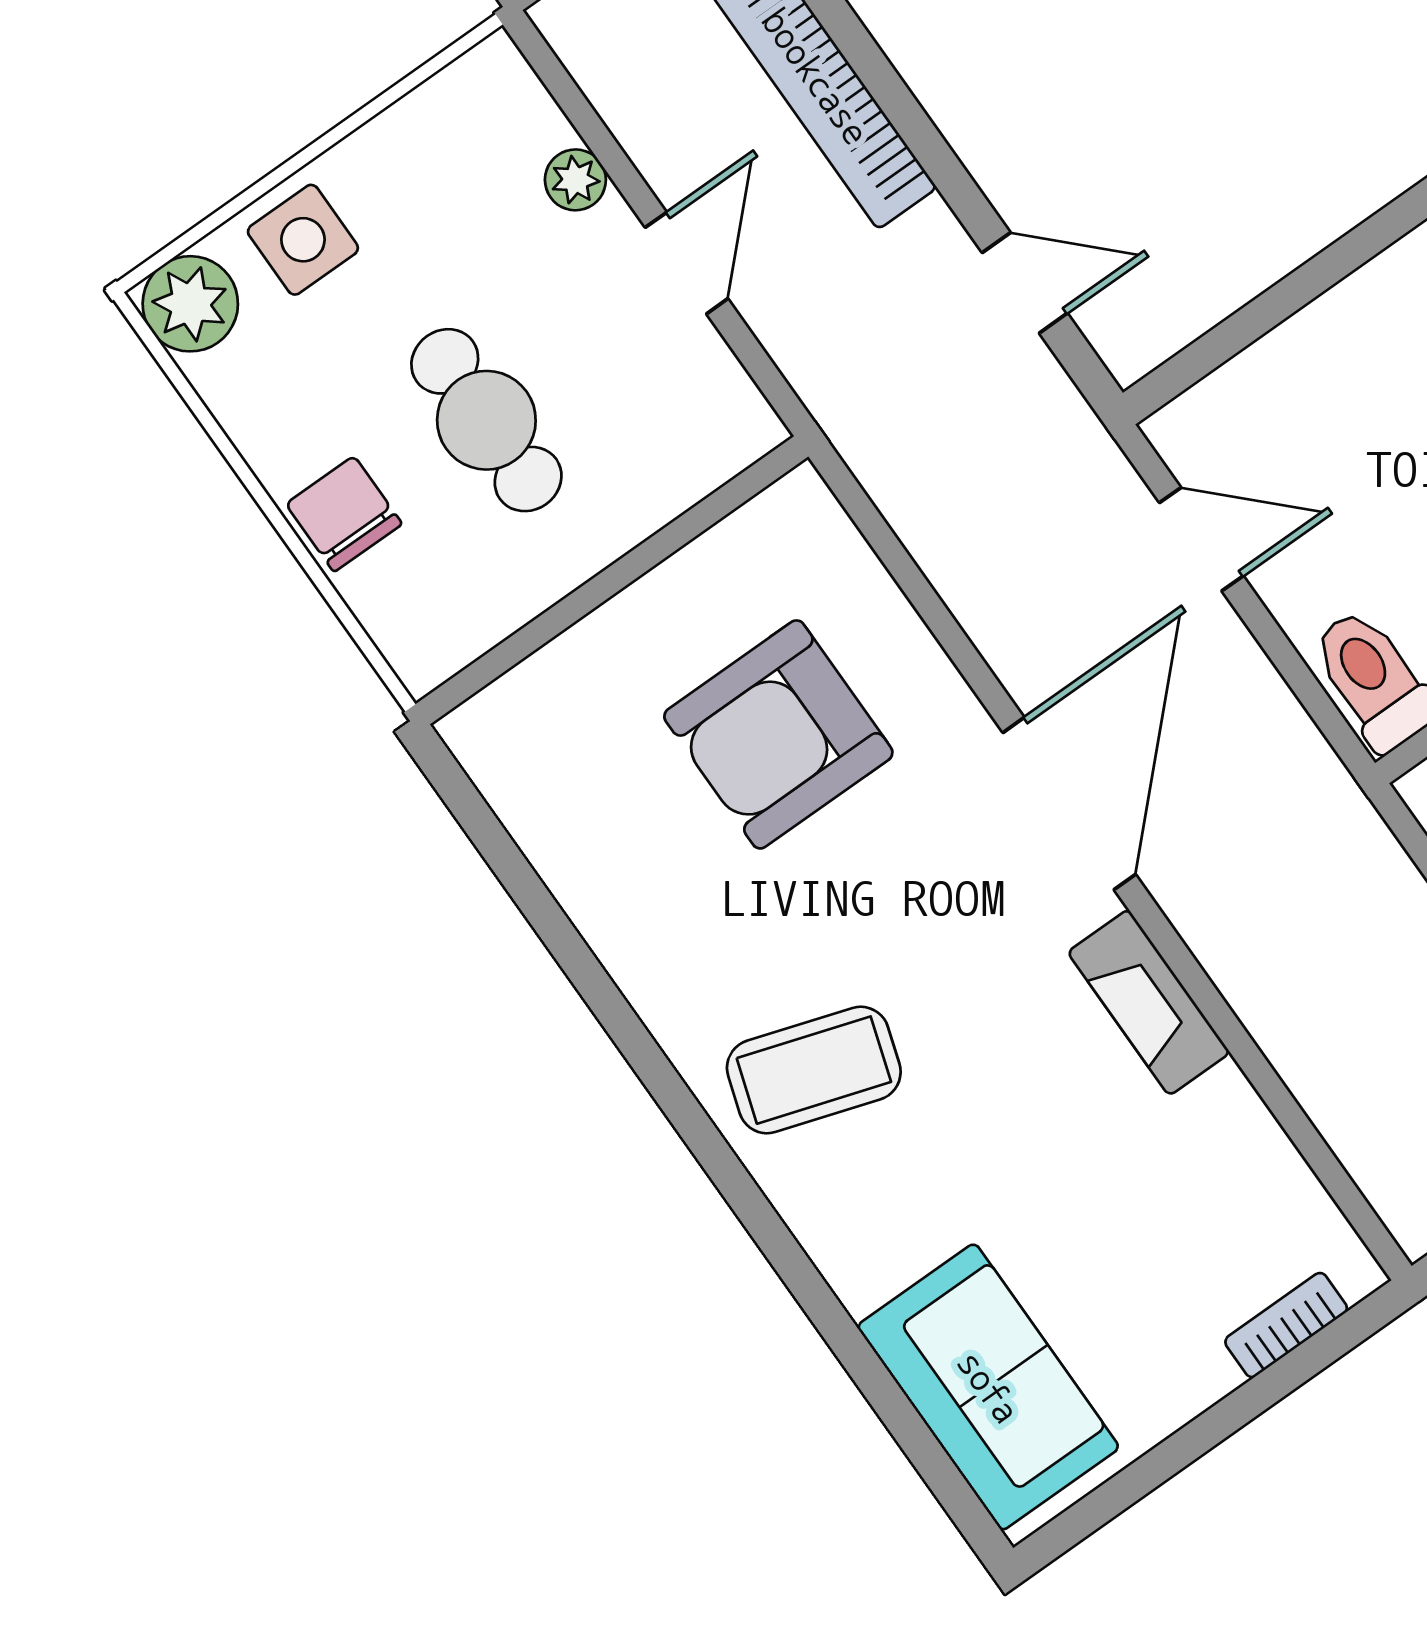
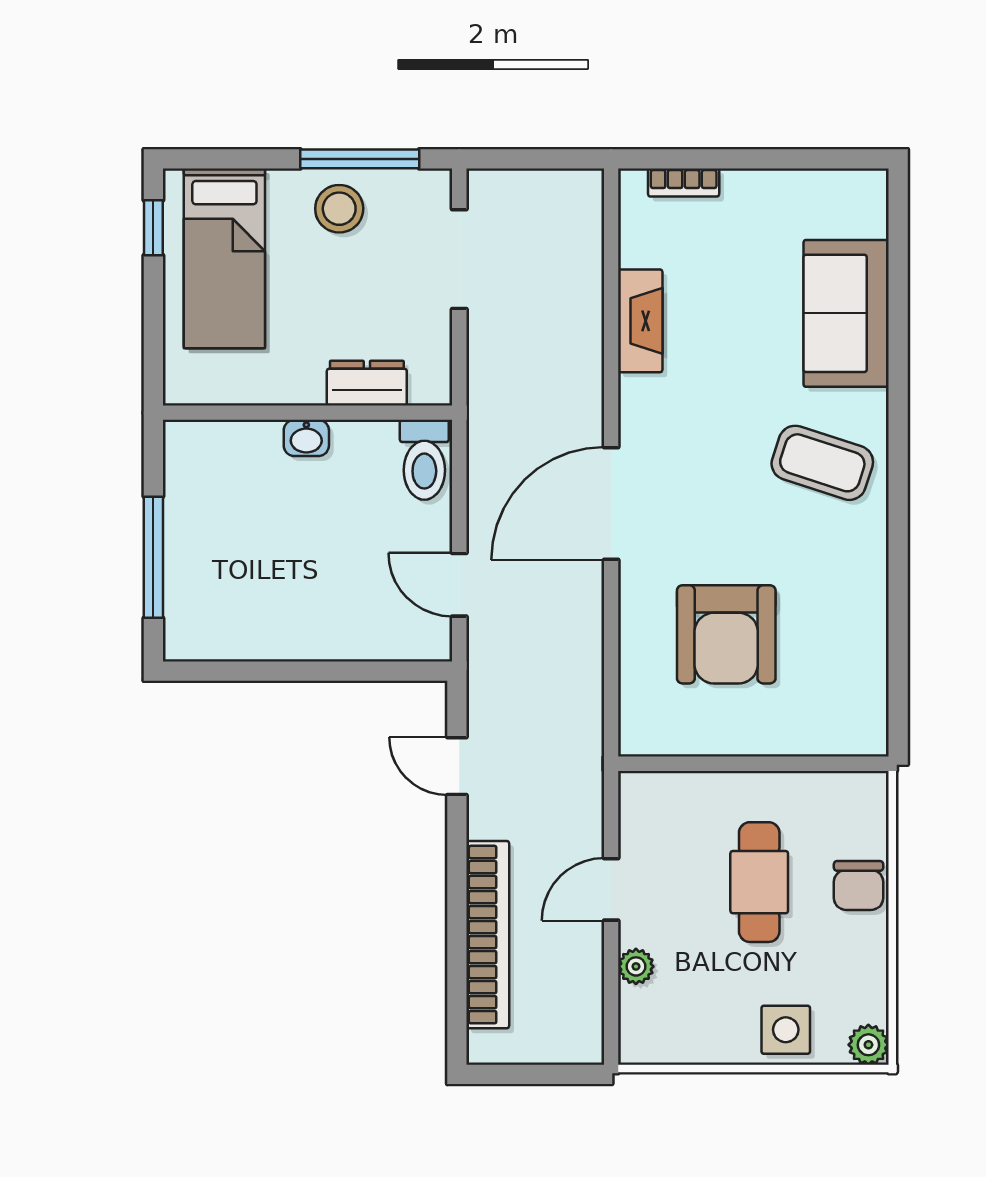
plant: (190, 304) -> (868, 1045), width x0.73, depth x0.73
armchair: (778, 734) -> (726, 634), turned 90
fireplace: (1149, 1002) -> (640, 321), moved
sofa: (988, 1387) -> (846, 313), moved

